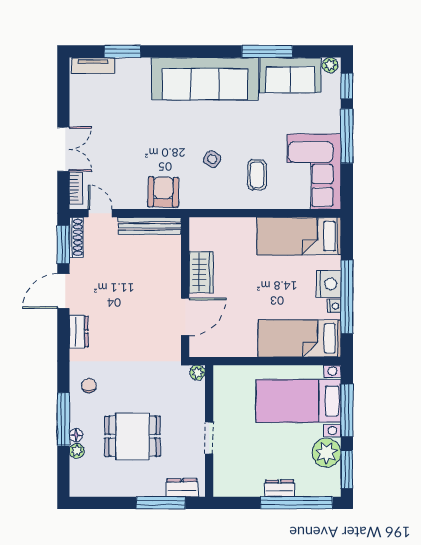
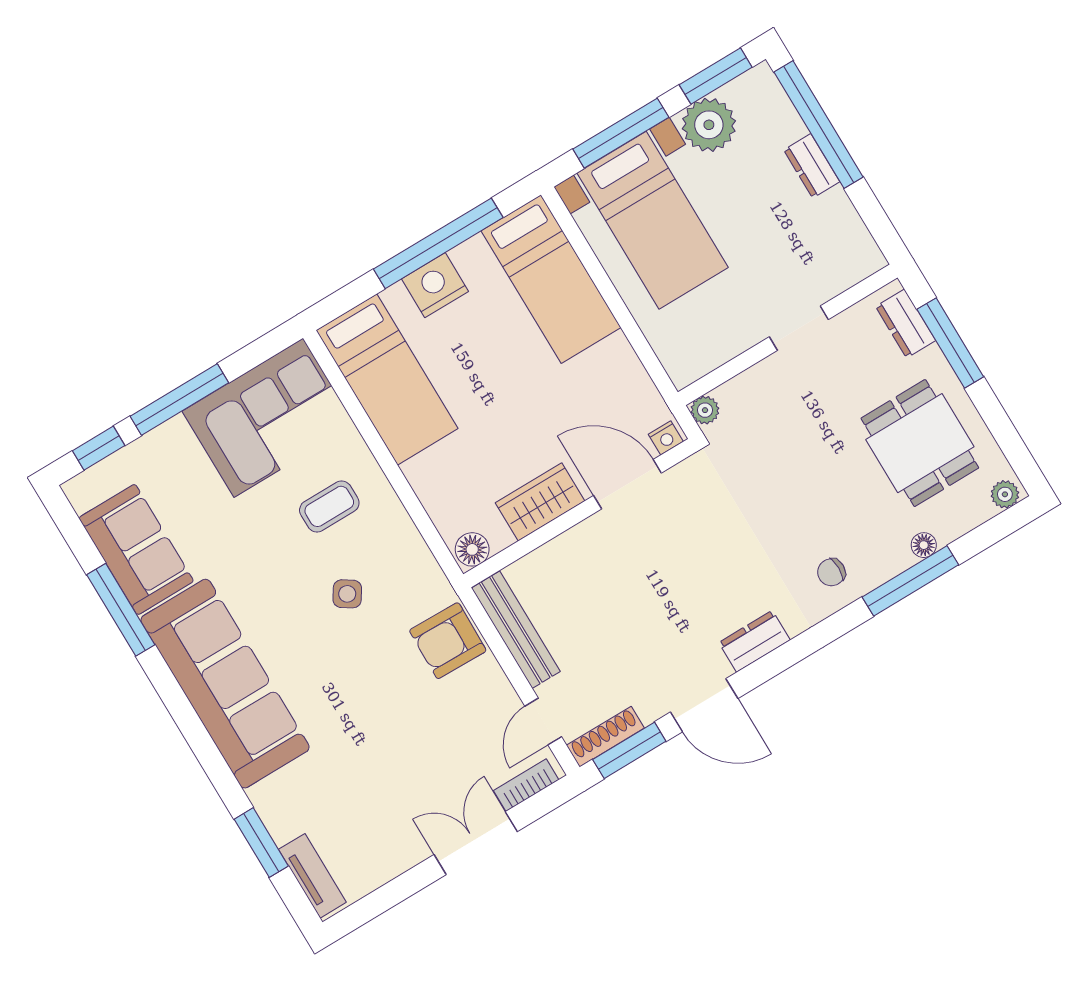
plant: (330, 65) -> (82, 495), removed
floor lamp: (198, 228) -> (472, 549), added
nightstand: (334, 306) -> (666, 438), moved, turned 180
dining table: (132, 436) -> (920, 443), moved
plant: (77, 451) -> (1005, 494), moved

